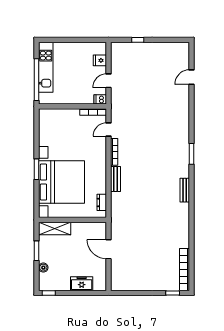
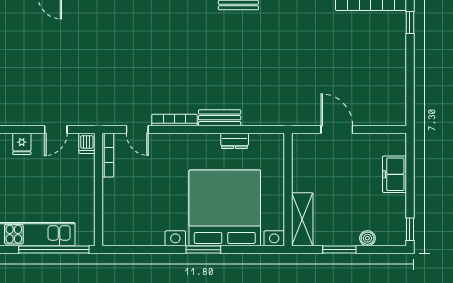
door: (109, 81) -> (56, 129), hinge flipped
dresser: (102, 202) -> (235, 141), moved
door: (109, 249) -> (337, 129), swing flipped

